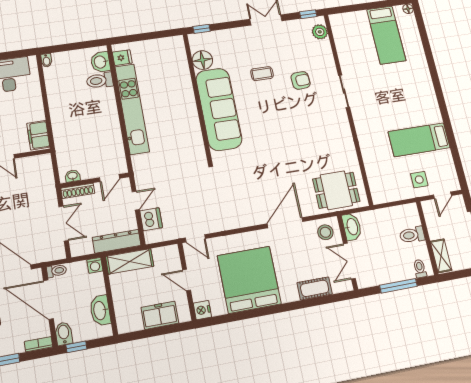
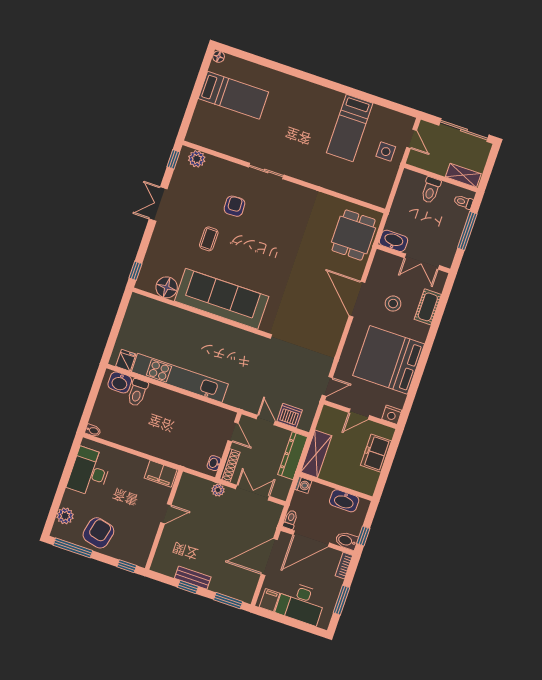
plant: (50, 192) -> (218, 490), added
stool: (325, 232) -> (393, 304), moved

